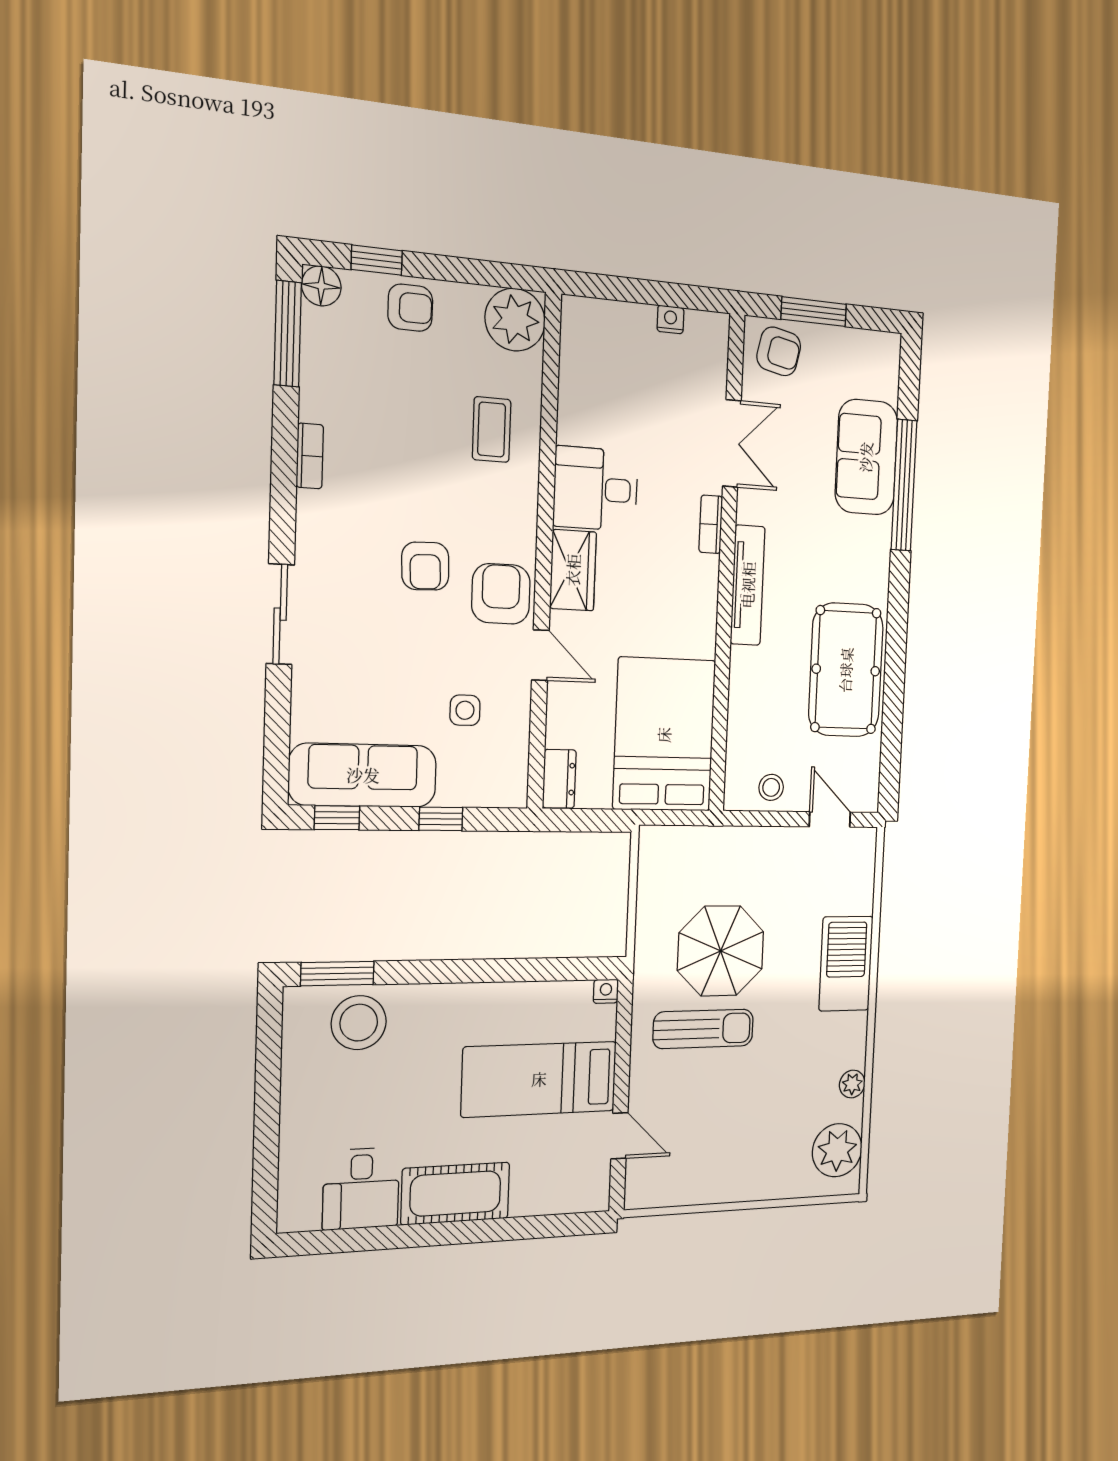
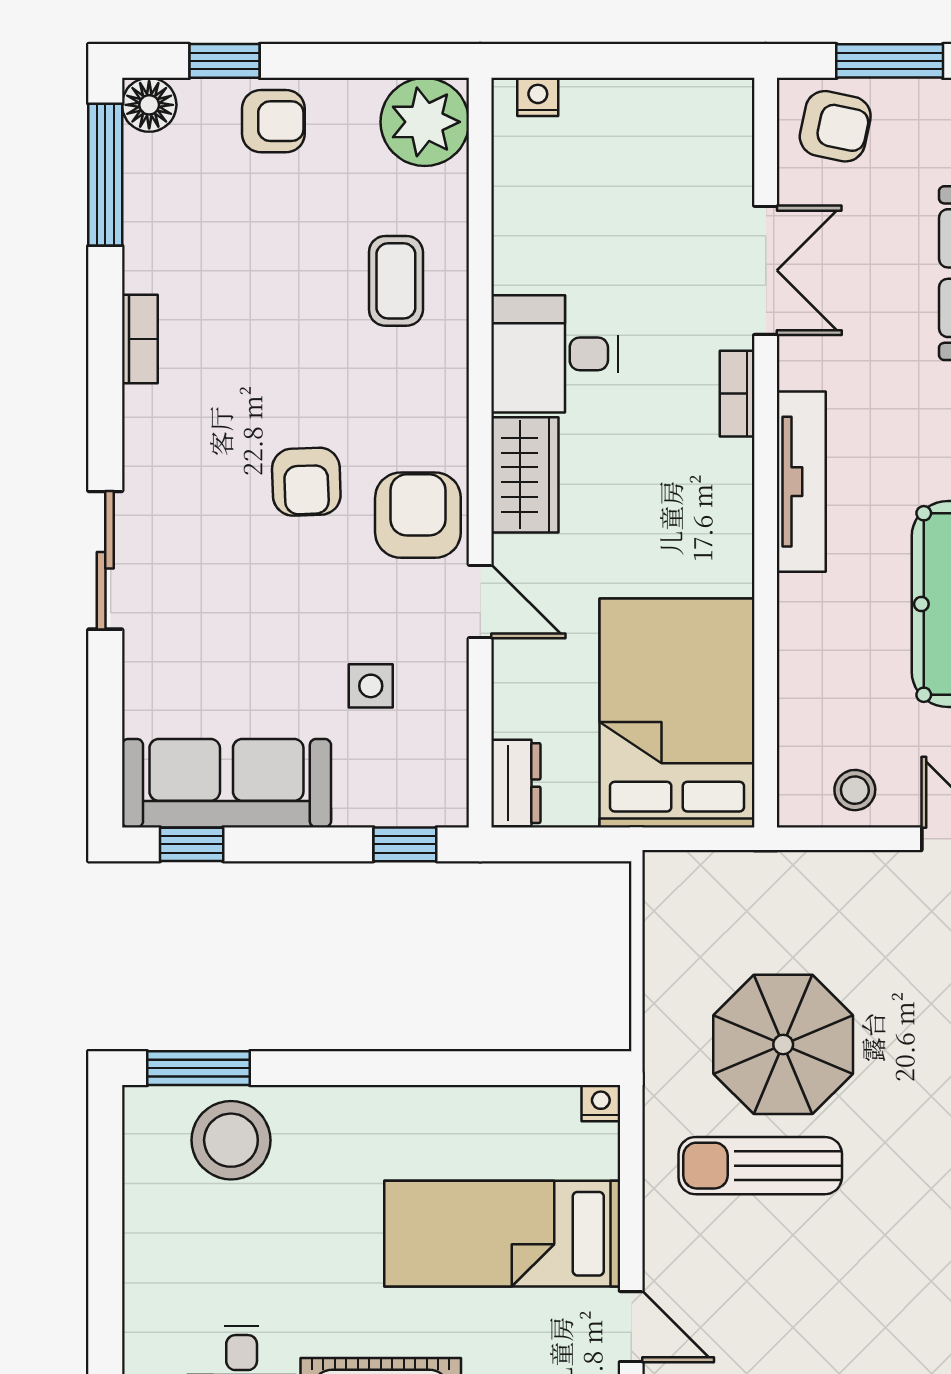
nightstand: (670, 320) -> (538, 97), moved
window: (441, 819) -> (405, 844), moved
sun lounger: (703, 1029) -> (760, 1166), turned 180

